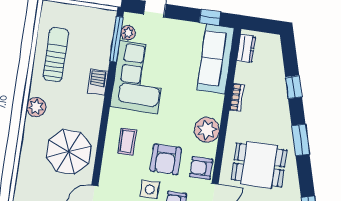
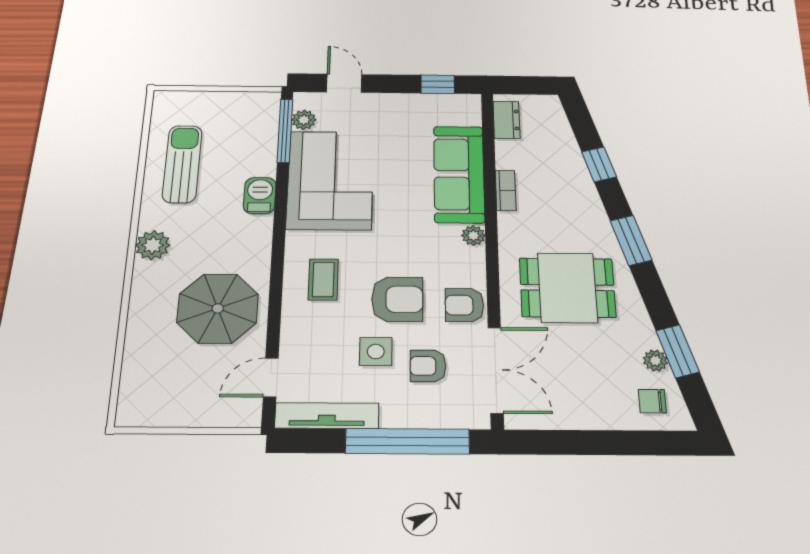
sofa: (216, 59) -> (459, 174), moved
plant: (207, 130) -> (473, 235), width x0.53, depth x0.53
armchair: (166, 159) -> (397, 299), turned -90

